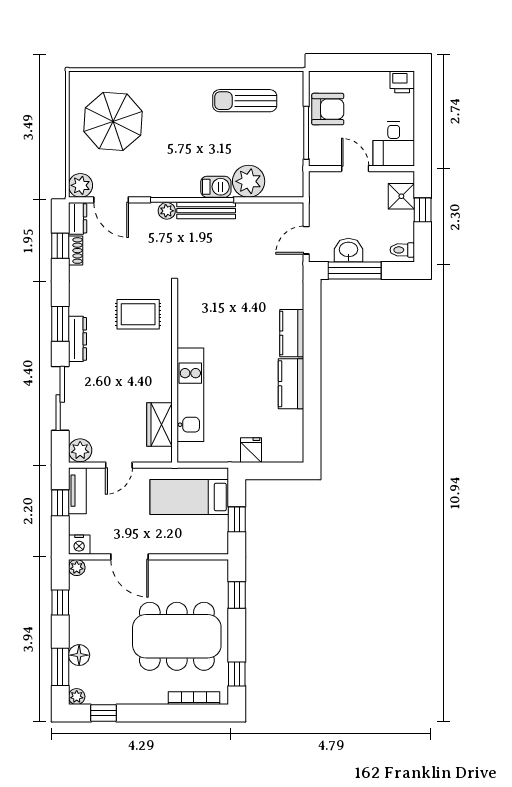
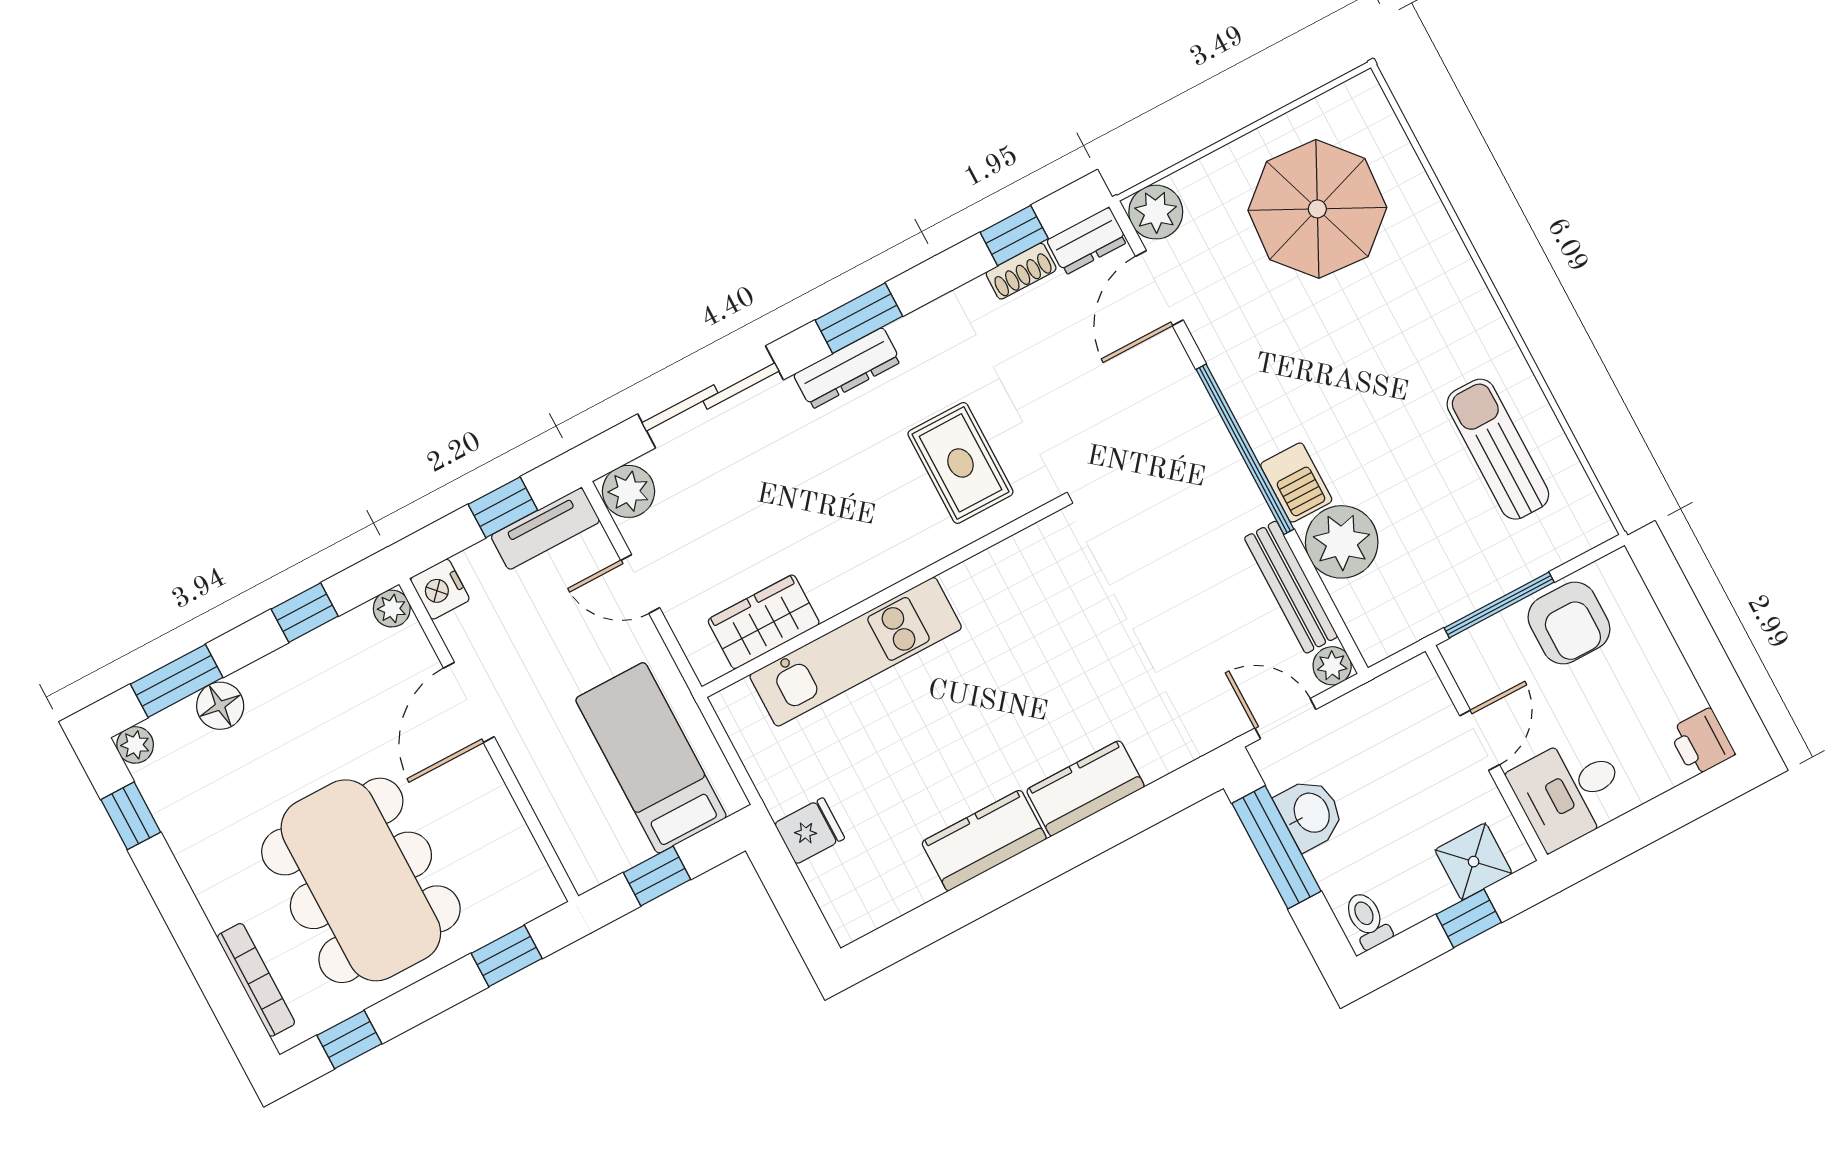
plant: (167, 211) -> (1332, 666), moved
bench: (206, 211) -> (1291, 587), moved

